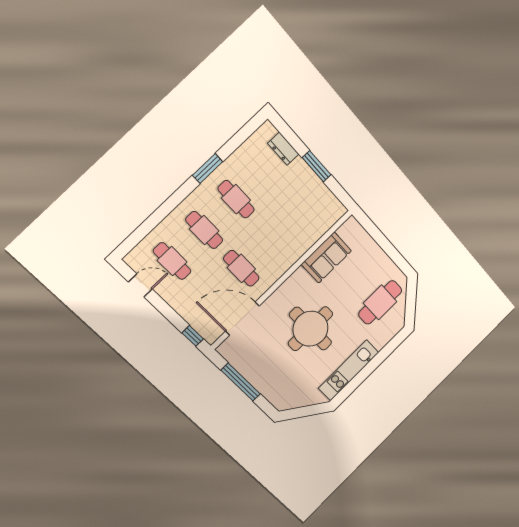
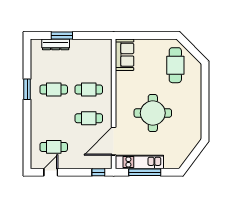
dresser: (283, 149) -> (56, 44), width x1.44
window: (317, 166) -> (62, 36), moved
cafe table: (204, 230) -> (89, 90), moved
sofa: (326, 258) -> (125, 55), moved
kitchen unit: (349, 370) -> (139, 162), moved, turned 90

